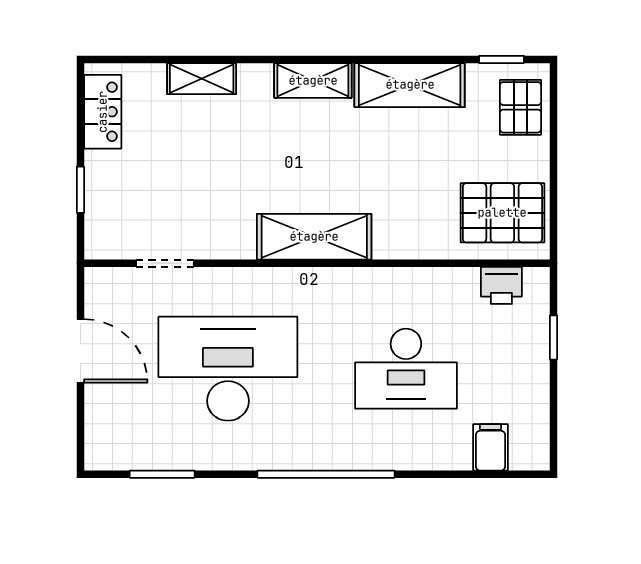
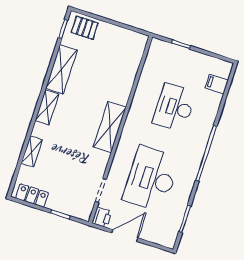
pallet: (502, 213) -> (125, 49), removed
printer: (501, 285) -> (102, 217), moved
desk: (406, 369) -> (174, 108), turned 180

